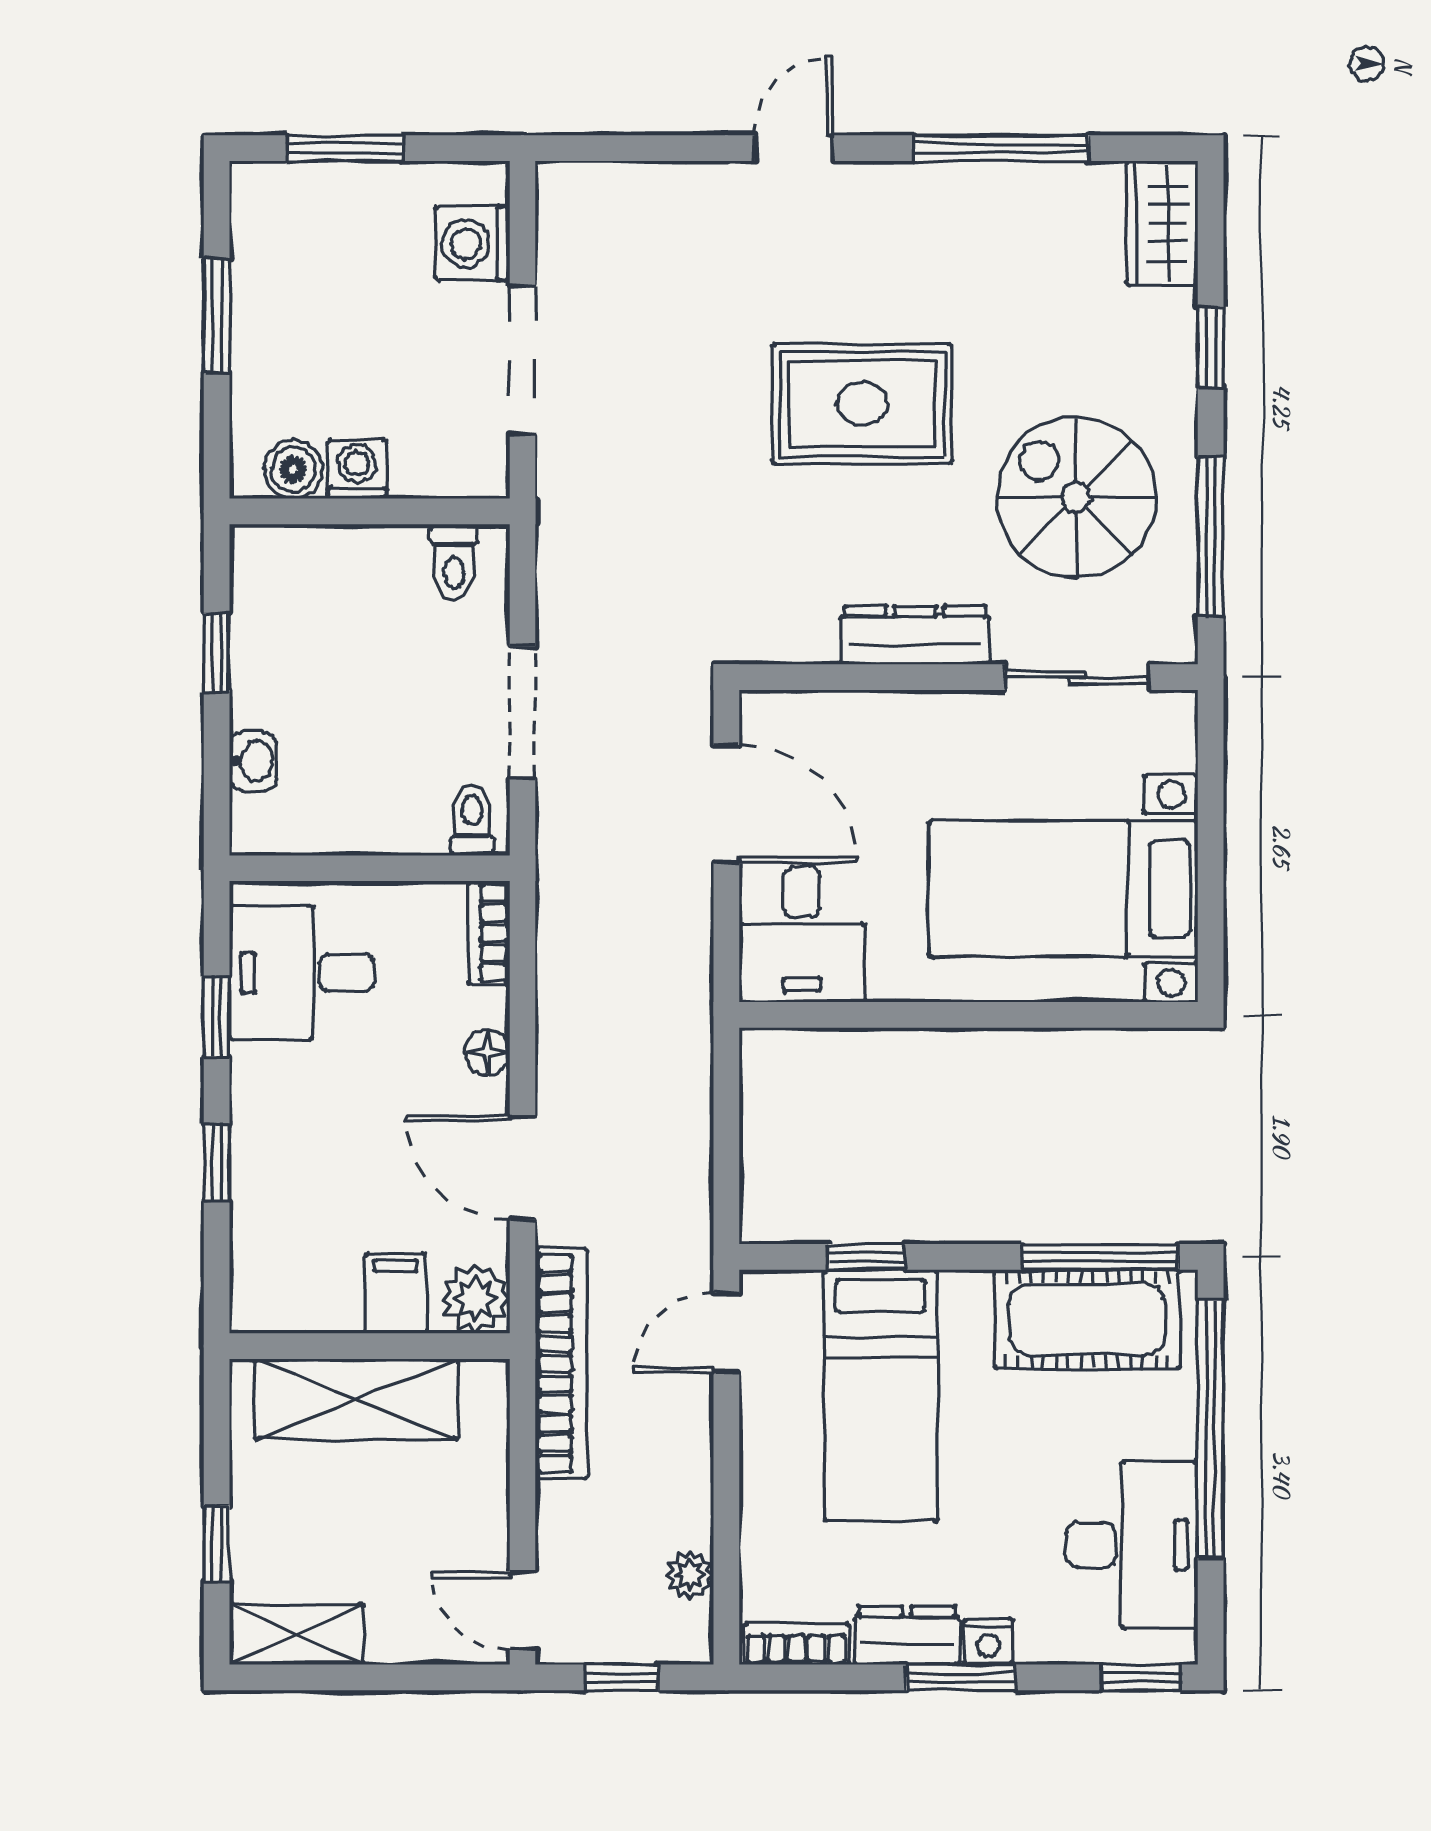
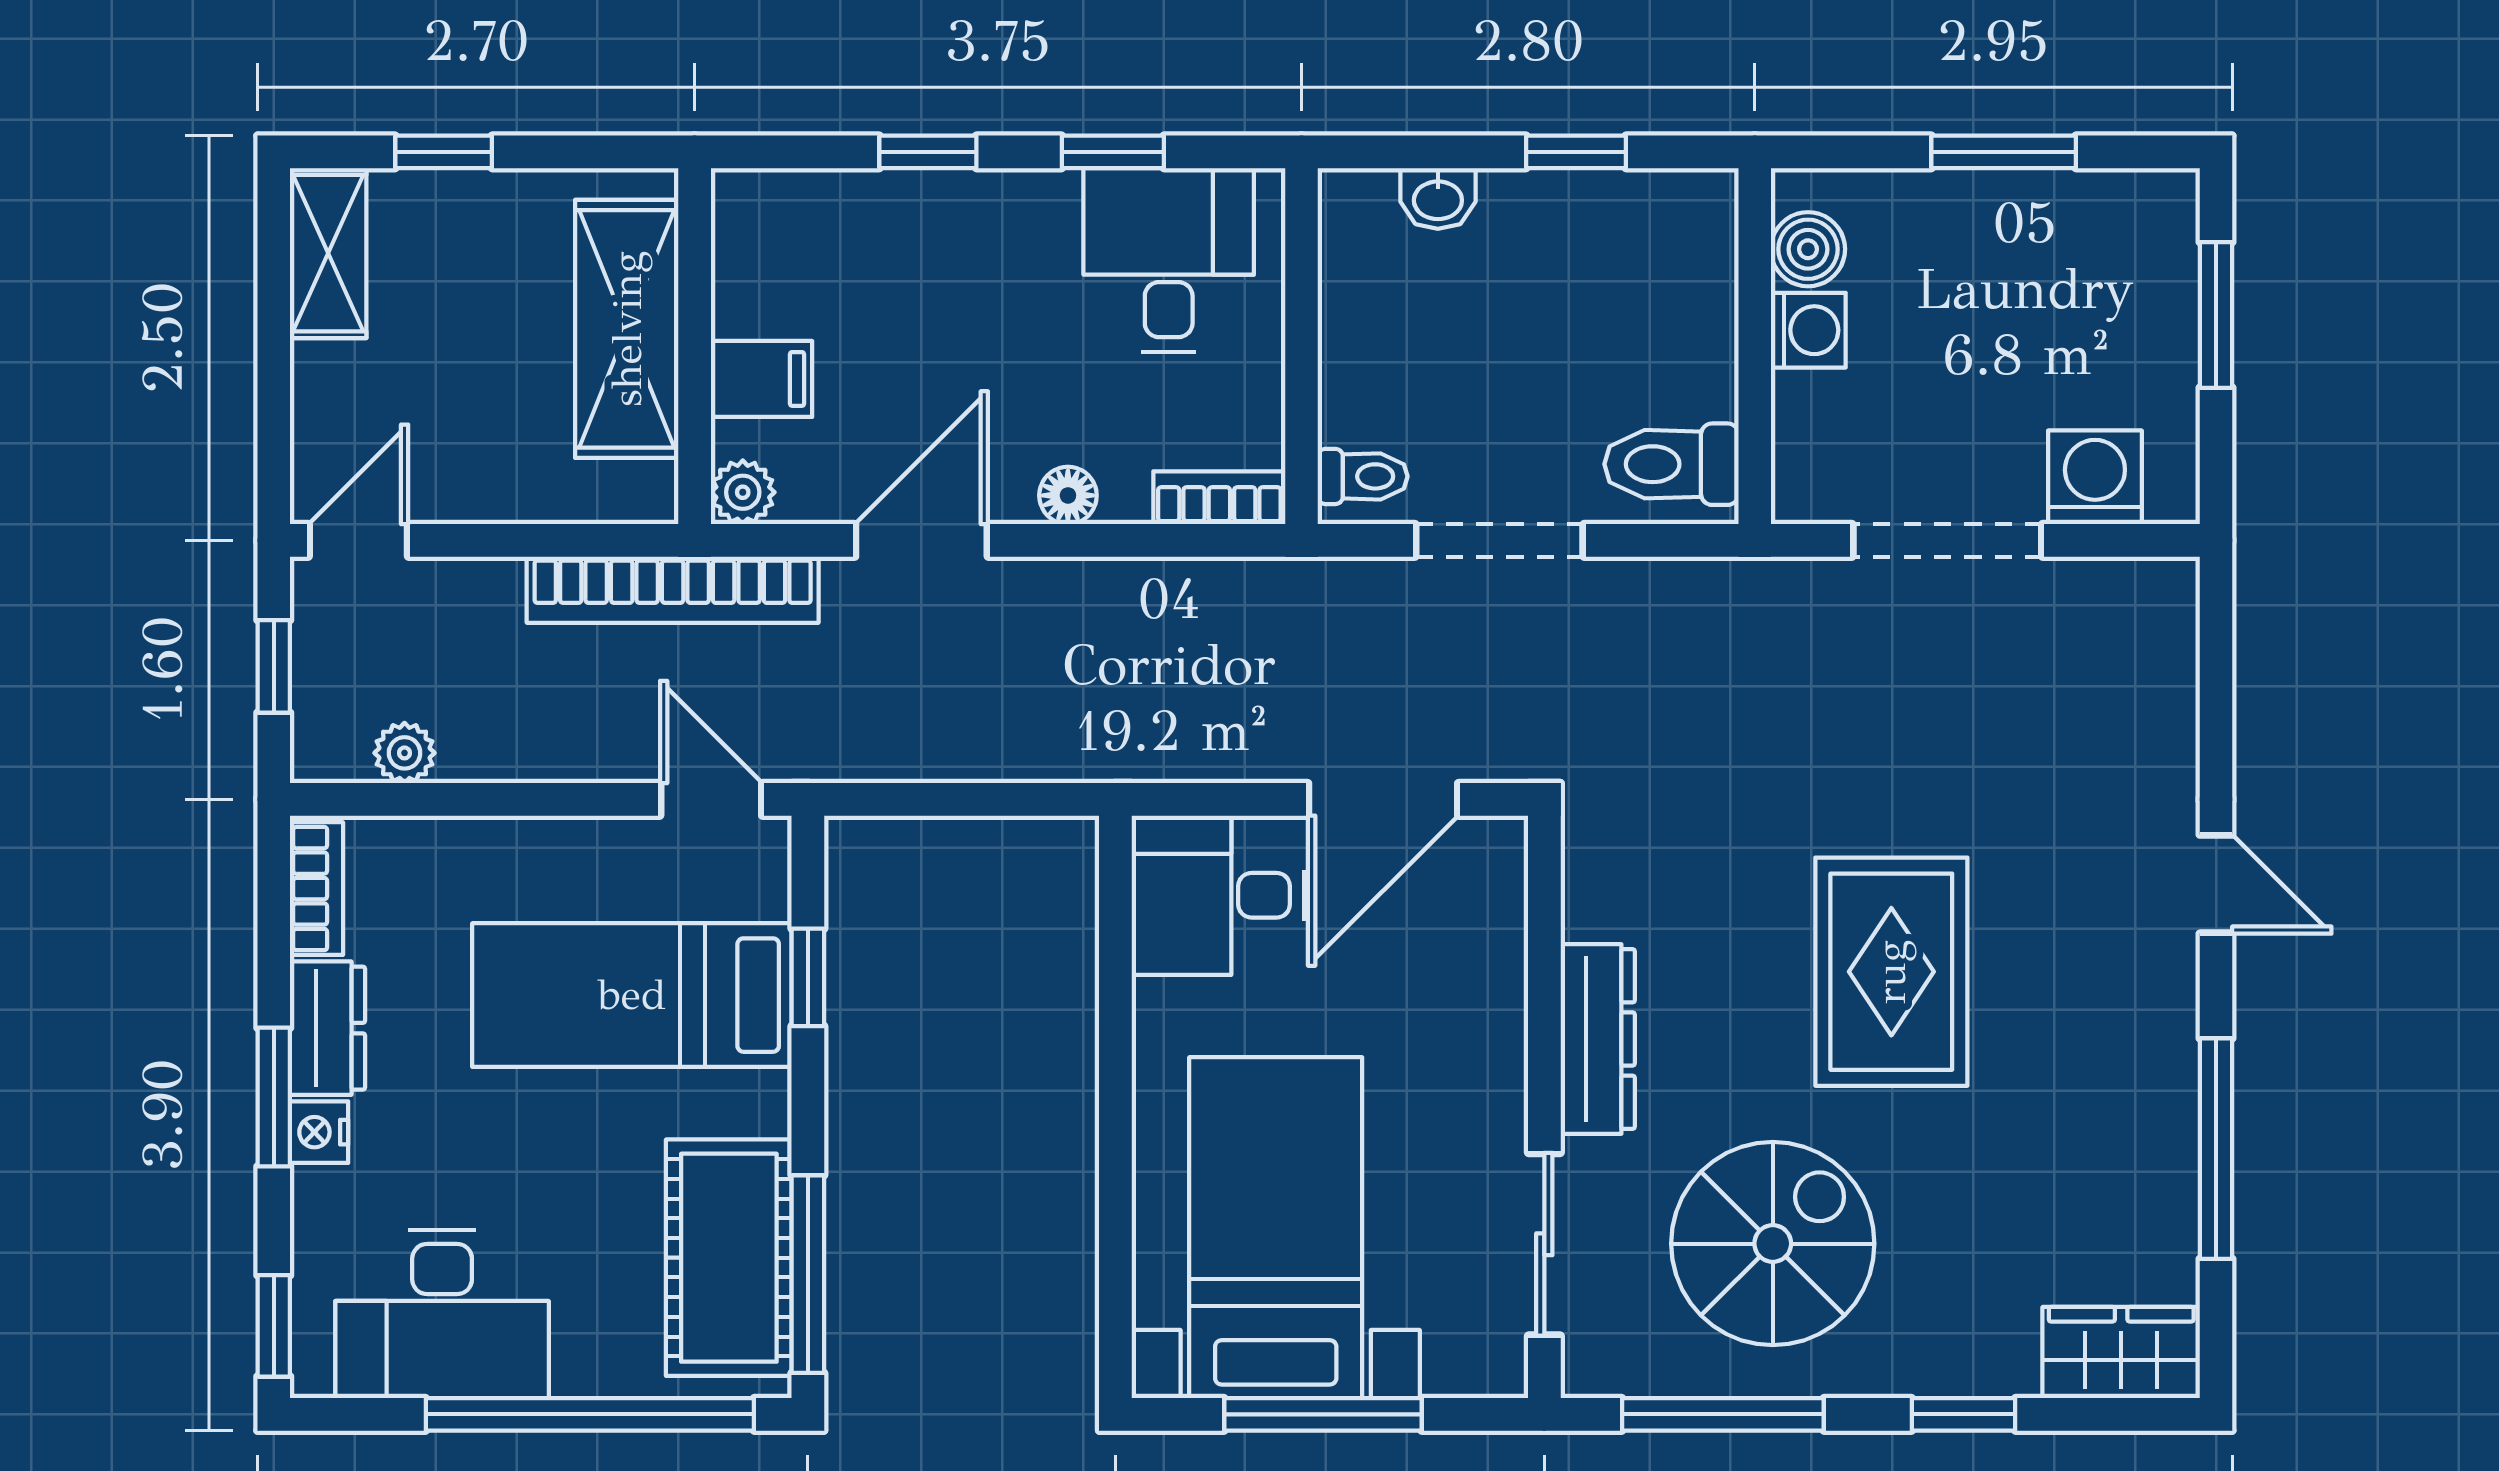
toilet: (454, 562) -> (1671, 464), width x1.37, depth x1.39
window: (1211, 851) -> (1323, 1414), added
plant: (475, 1299) -> (743, 492), width x0.73, depth x0.73

